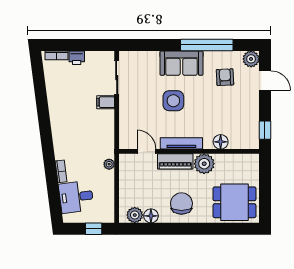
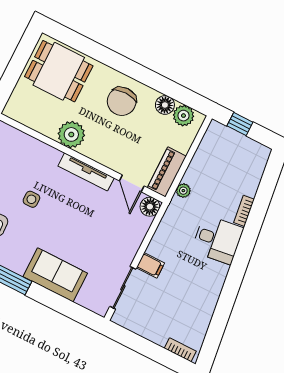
printer: (77, 58) -> (158, 335), removed
sofa: (181, 63) -> (55, 275), moved
side table: (173, 101) -> (31, 199), moved, width x0.54, depth x0.54
floor lamp: (221, 142) -> (150, 207), moved
piano: (175, 161) -> (167, 172), moved, turned -90
desk: (76, 197) -> (217, 240), moved

